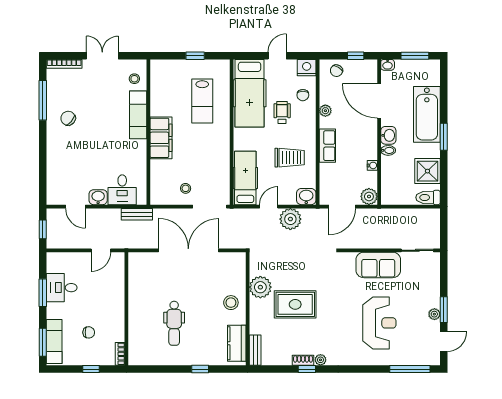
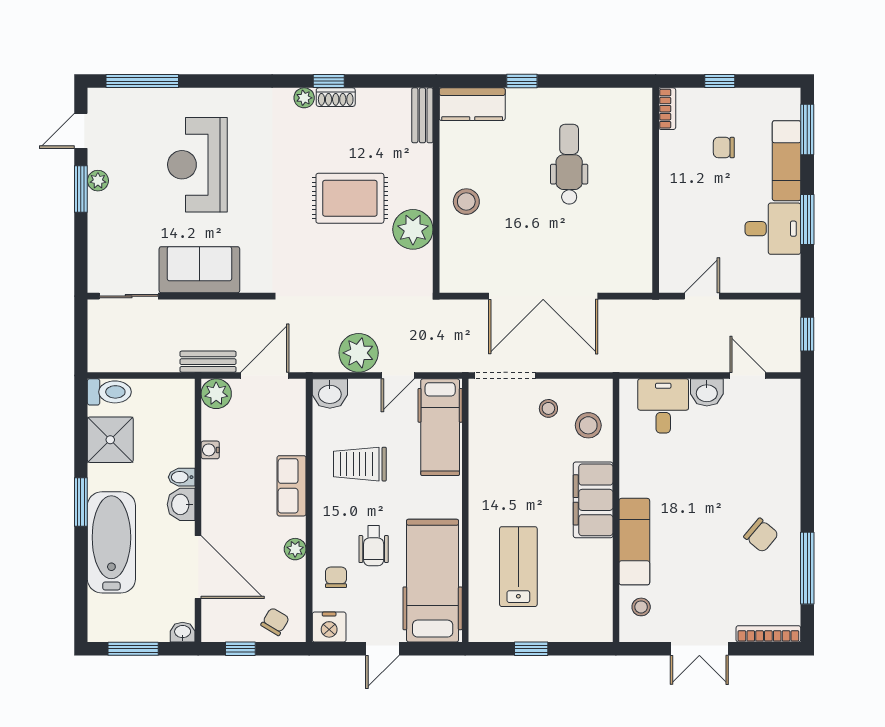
stool: (164, 179) -> (588, 425), added
bench: (137, 214) -> (208, 362), moved
exam couch: (54, 342) -> (787, 161), moved
kitchen counter: (237, 343) -> (472, 104), moved, turned 90

